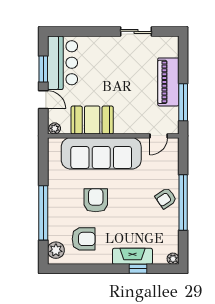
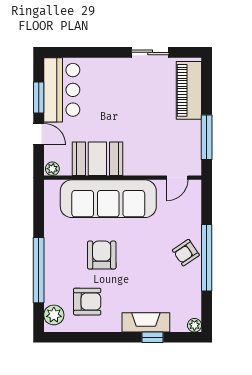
piano: (168, 82) -> (189, 90), moved

